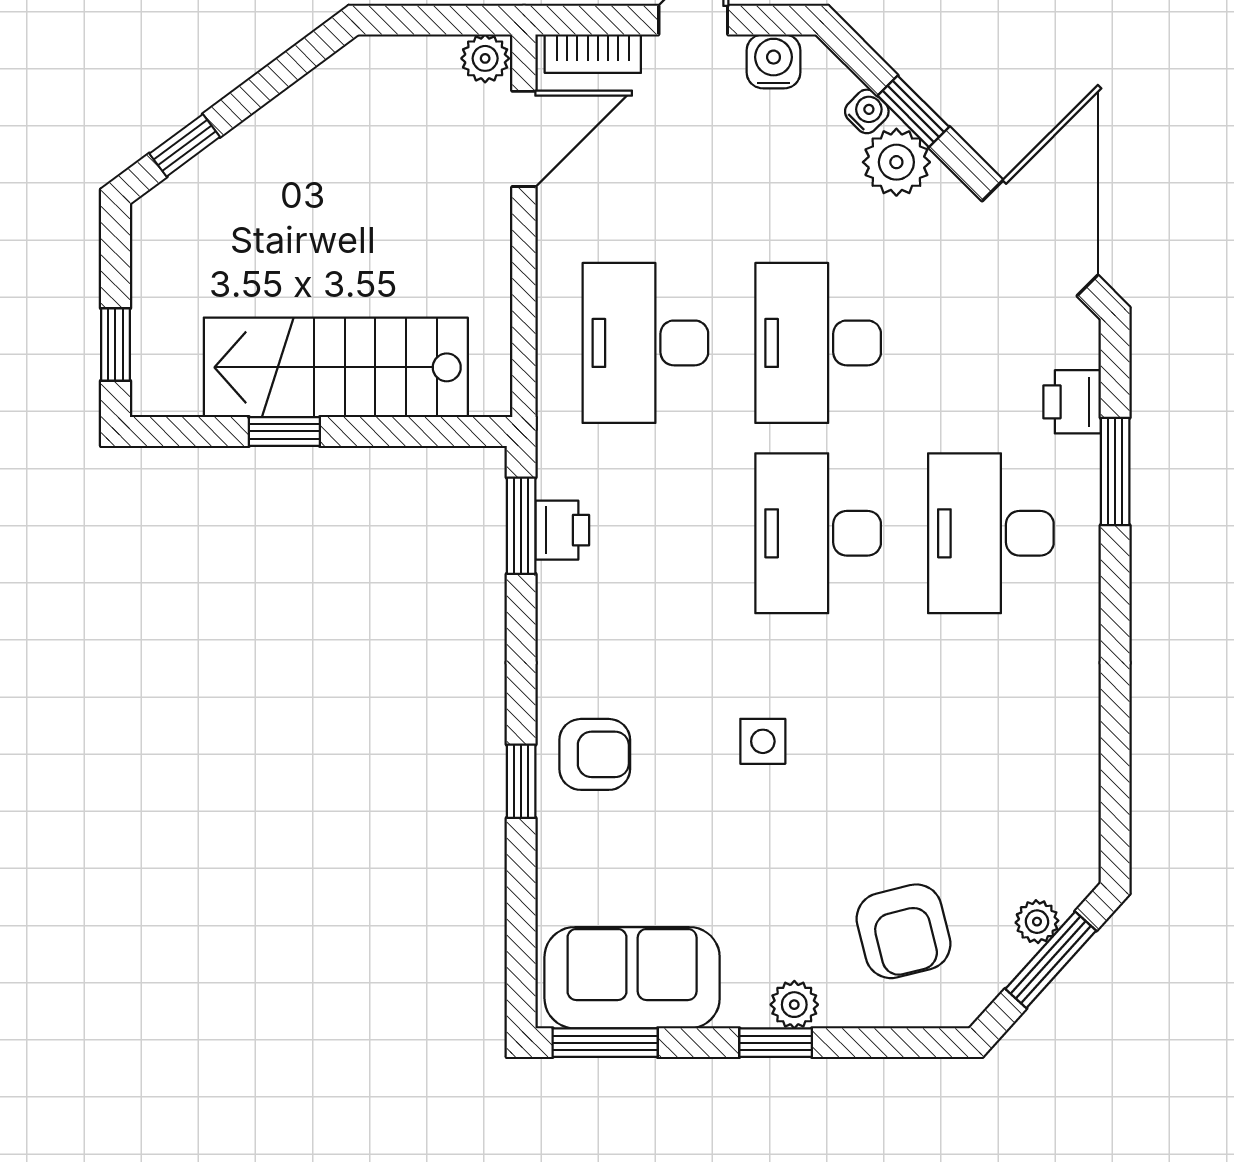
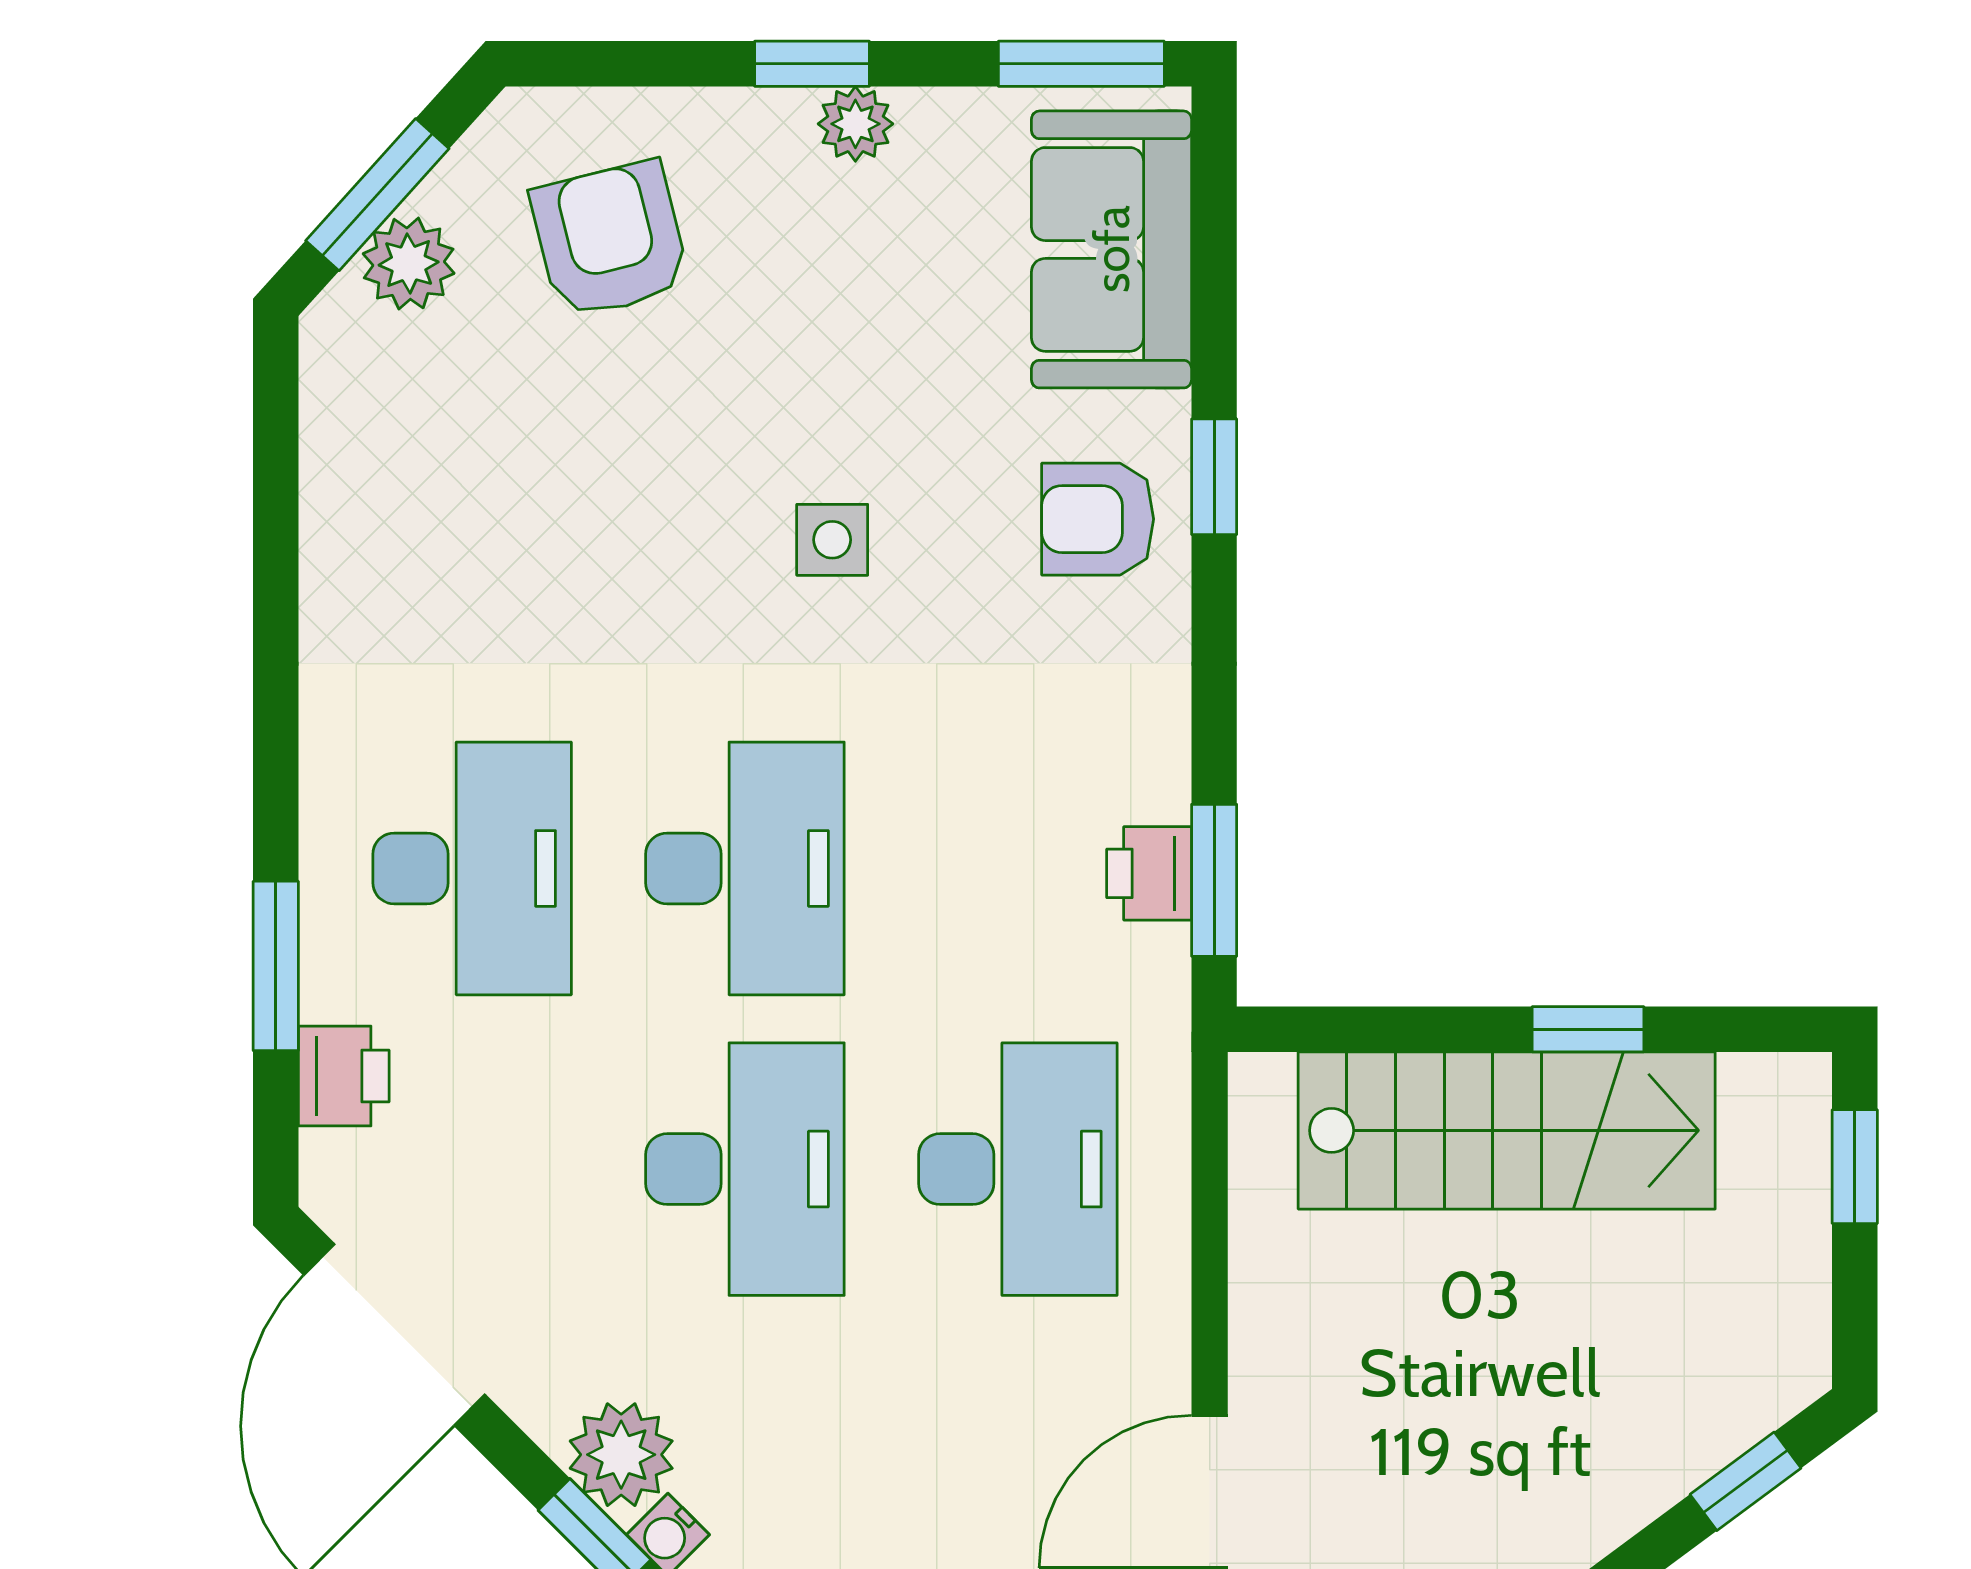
plant: (1037, 922) -> (409, 264), width x1.38, depth x1.38
sofa: (632, 978) -> (1111, 249), moved, turned 90
plant: (794, 1005) -> (855, 124), moved

